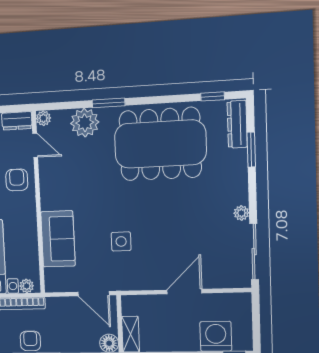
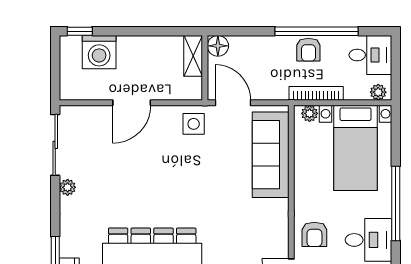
sofa: (58, 239) -> (271, 155), width x1.36
side table: (121, 241) -> (194, 124), moved

